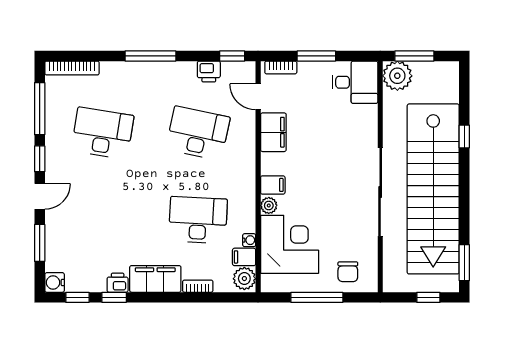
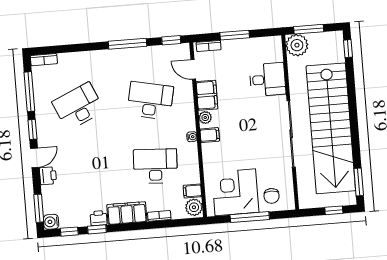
window: (150, 56) -> (127, 44), moved
bookcase: (72, 68) -> (44, 60), width x0.64
printer: (209, 71) -> (48, 176), moved, turned -90
desk: (355, 82) -> (268, 79), moved
desk: (103, 133) -> (78, 106), turned -33
window: (464, 136) -> (348, 49), moved
plant: (269, 205) -> (205, 117), moved
water cooler: (249, 240) -> (192, 137), moved
window: (40, 243) -> (39, 208), moved
corner desk: (290, 244) -> (235, 192), moved, turned -90

